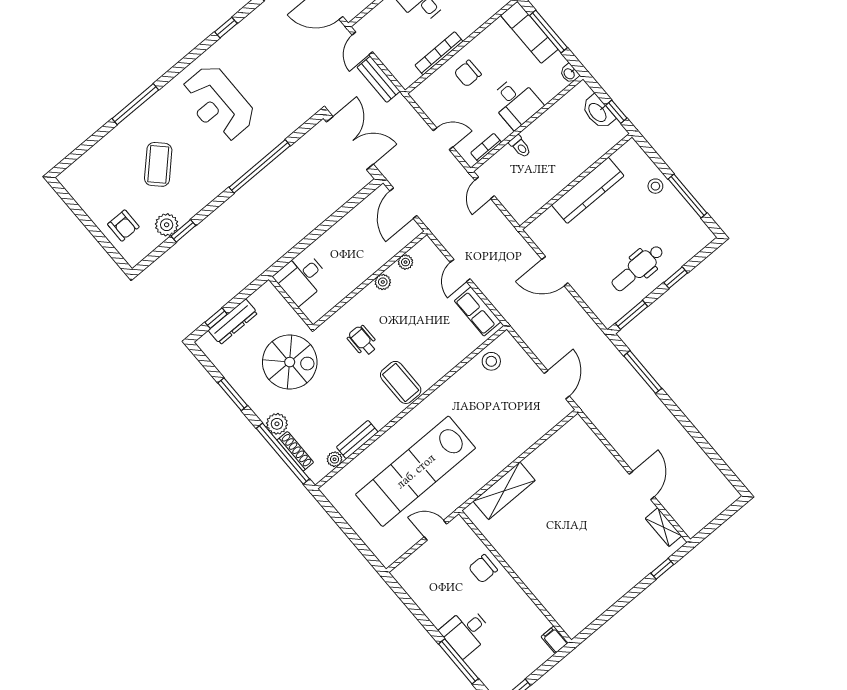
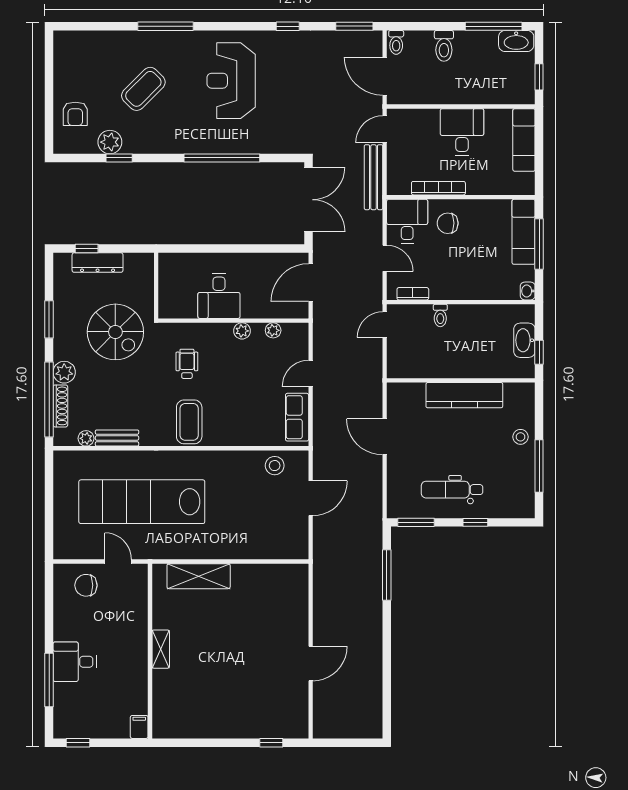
bench: (379, 79) -> (374, 177), width x1.36
desk: (516, 102) -> (407, 221), moved, turned 180
desk: (302, 278) -> (219, 296), moved, turned -90
door: (557, 385) -> (311, 498), moved
shelving: (663, 527) -> (161, 649), moved
chair: (483, 569) -> (86, 585), moved

